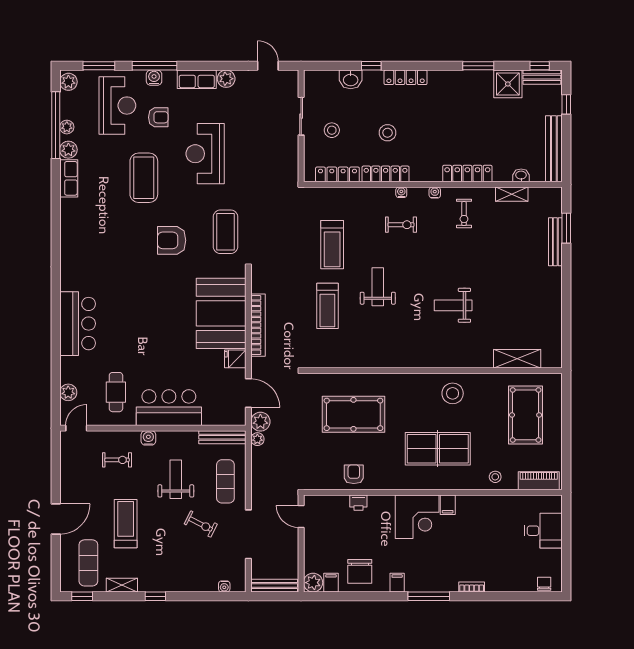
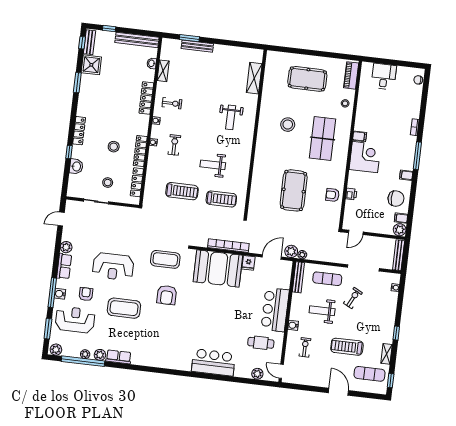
shelving: (517, 359) -> (254, 78), moved
wall: (433, 371) -> (255, 134), moved

